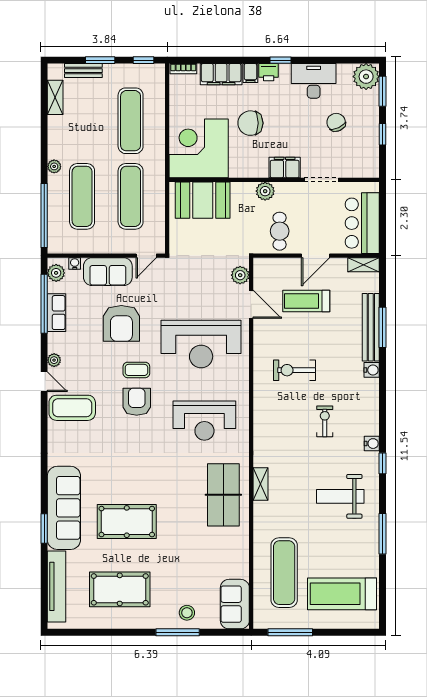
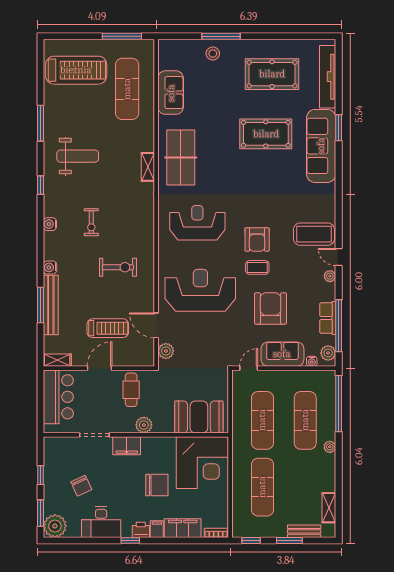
water cooler: (372, 444) -> (50, 224), moved
sofa: (235, 604) -> (171, 93), moved

